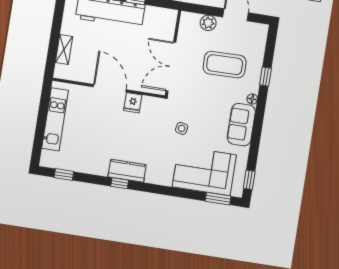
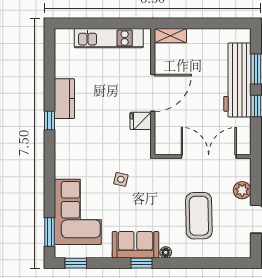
shelving: (64, 49) -> (170, 36), moved
double door: (171, 67) -> (209, 157), moved
window: (265, 77) -> (141, 263), moved
kitchen counter: (127, 171) -> (64, 99), moved
window: (64, 174) -> (49, 57), removed

